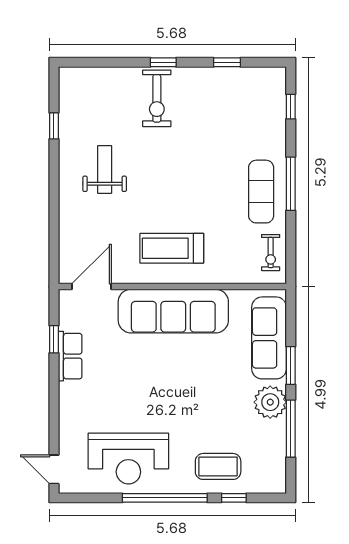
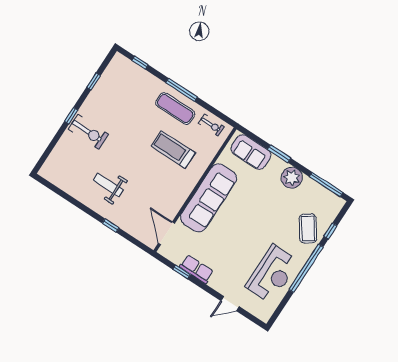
window: (54, 126) -> (111, 226), moved
treadmill: (172, 248) -> (173, 149), moved, turned 90
sofa: (269, 338) -> (251, 152), width x0.73
window: (291, 429) -> (326, 185), moved
coffee table: (218, 466) -> (308, 229), turned -35
door: (54, 469) -> (230, 304), moved

